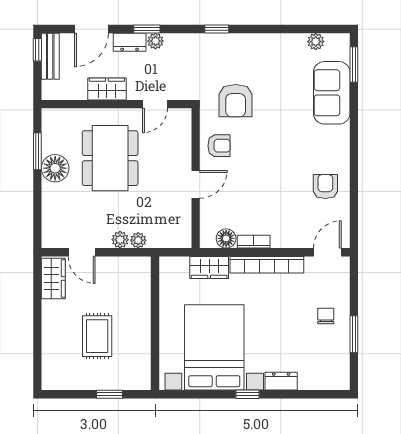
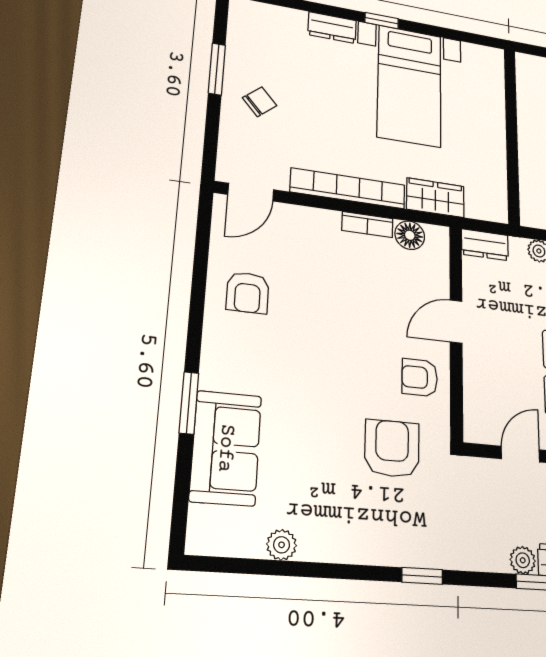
plant: (316, 42) -> (282, 545), moved
window: (354, 65) -> (189, 403), moved
dresser: (176, 239) -> (485, 245), added
chair: (326, 316) -> (260, 102), turned -131
bed with nightstands: (214, 347) -> (410, 86), width x0.73

